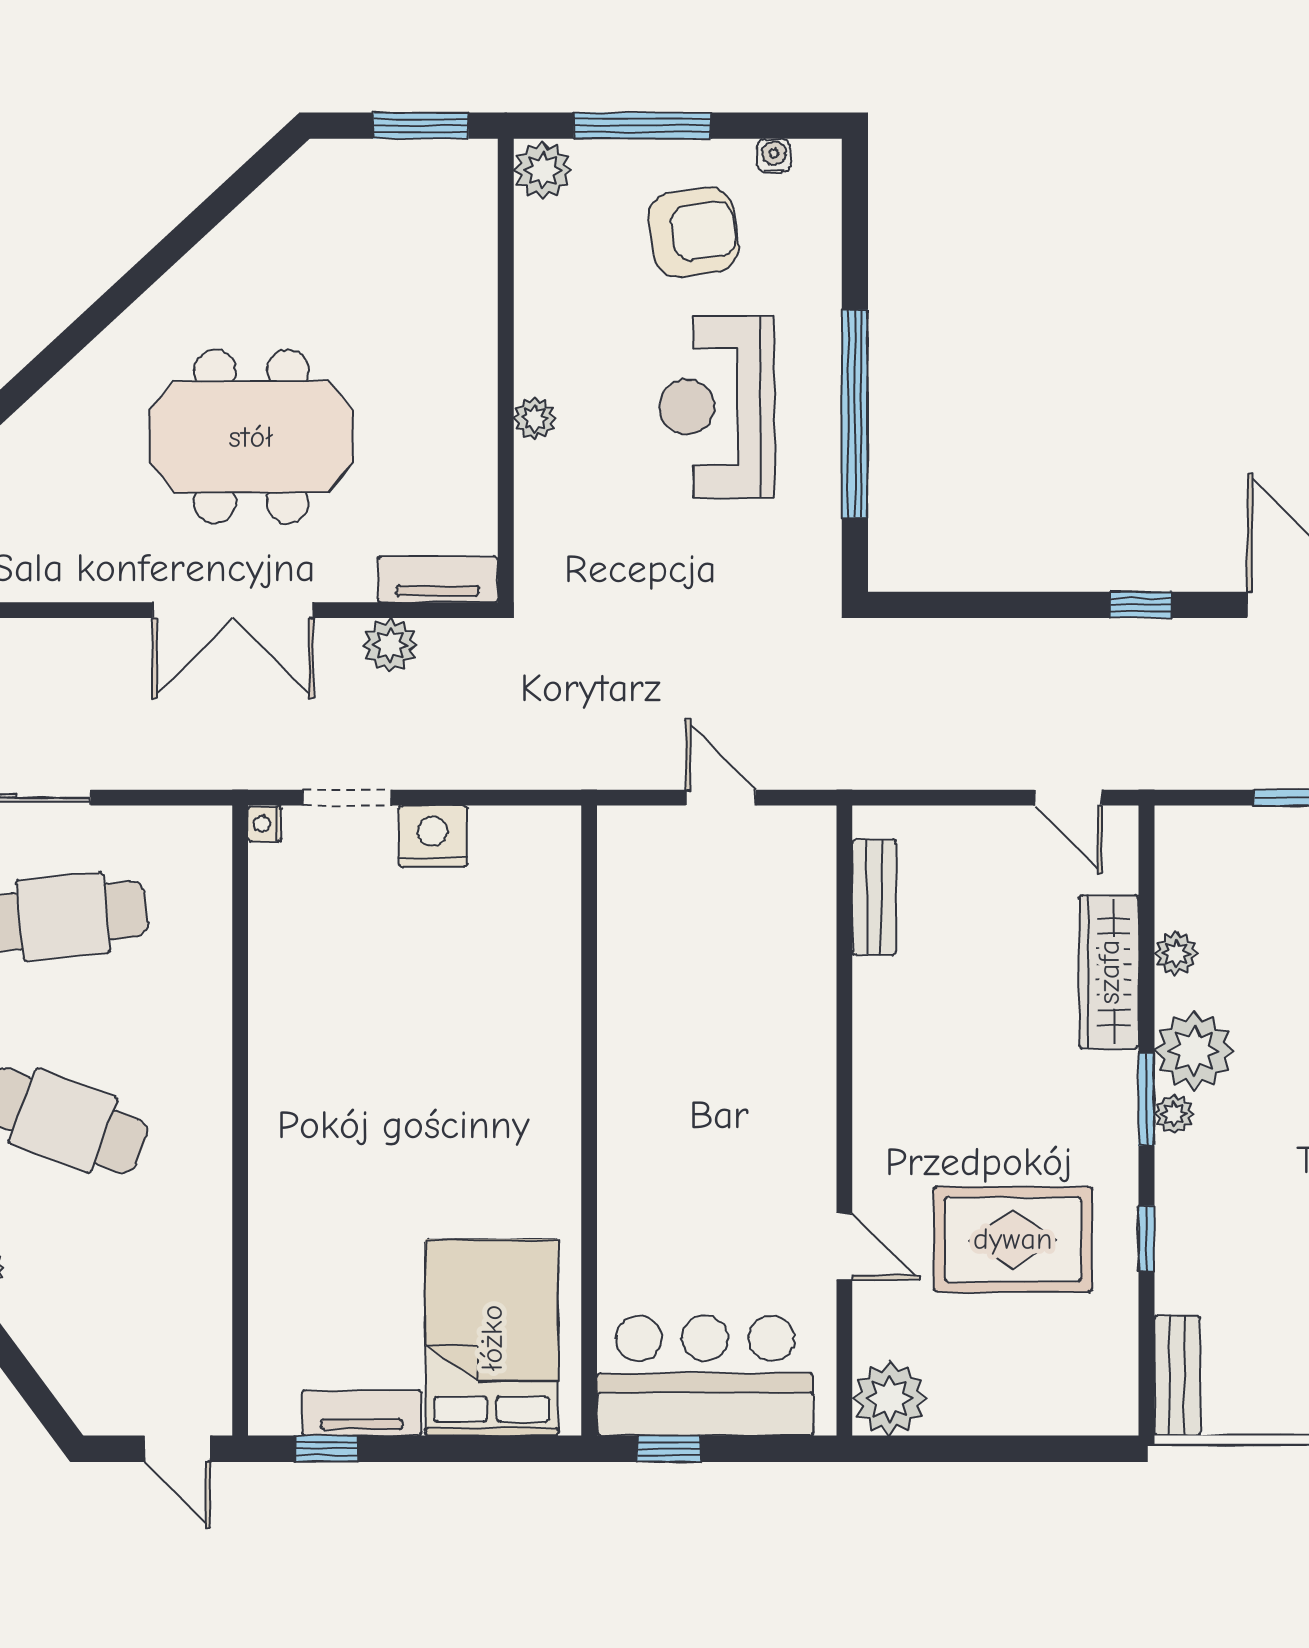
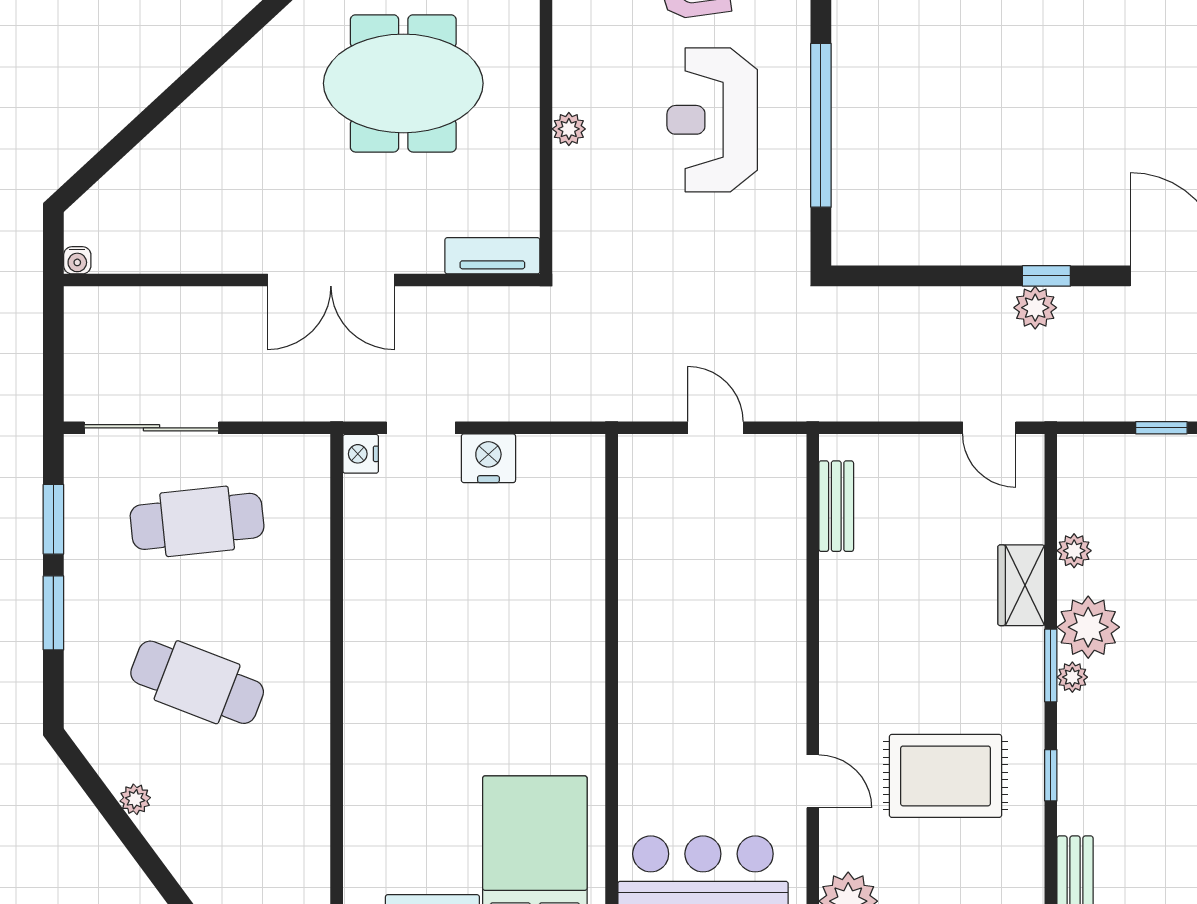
meeting table: (251, 437) -> (403, 83), moved
plant: (390, 645) -> (1035, 308), moved
nightstand: (265, 824) -> (361, 454), width x1.39, depth x1.35
wardrobe: (1109, 972) -> (1021, 585), width x0.67

